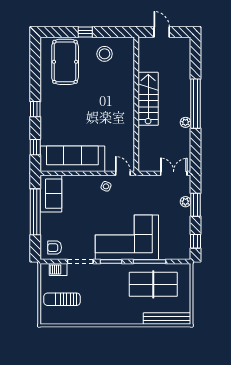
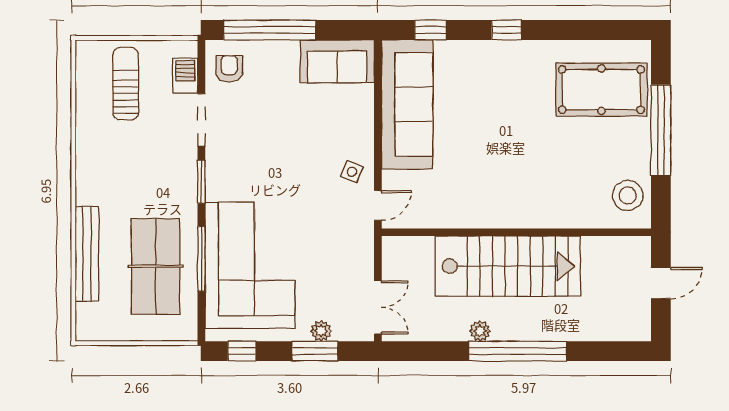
window: (85, 32) -> (661, 130), width x3.17
stool: (105, 54) -> (628, 195), moved
stairs: (148, 99) -> (508, 266), width x1.36, depth x1.51
window: (35, 212) -> (270, 30), moved
corner sofa: (127, 237) -> (250, 265), moved
bench: (167, 319) -> (87, 254), moved

